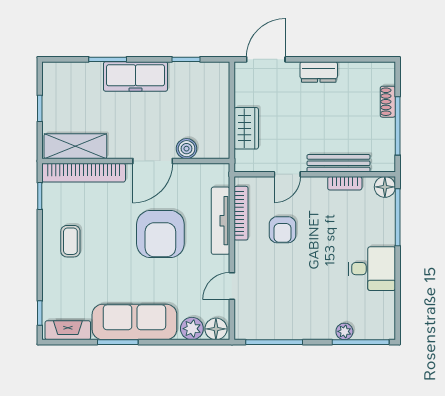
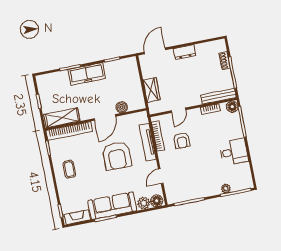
bench: (339, 163) -> (218, 96), moved

